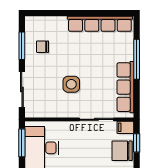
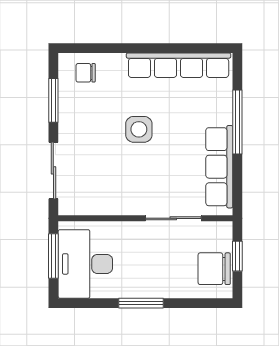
chair: (43, 47) -> (86, 73), moved
side table: (71, 84) -> (139, 129), moved
filing cabinet: (125, 127) -> (219, 231), removed

